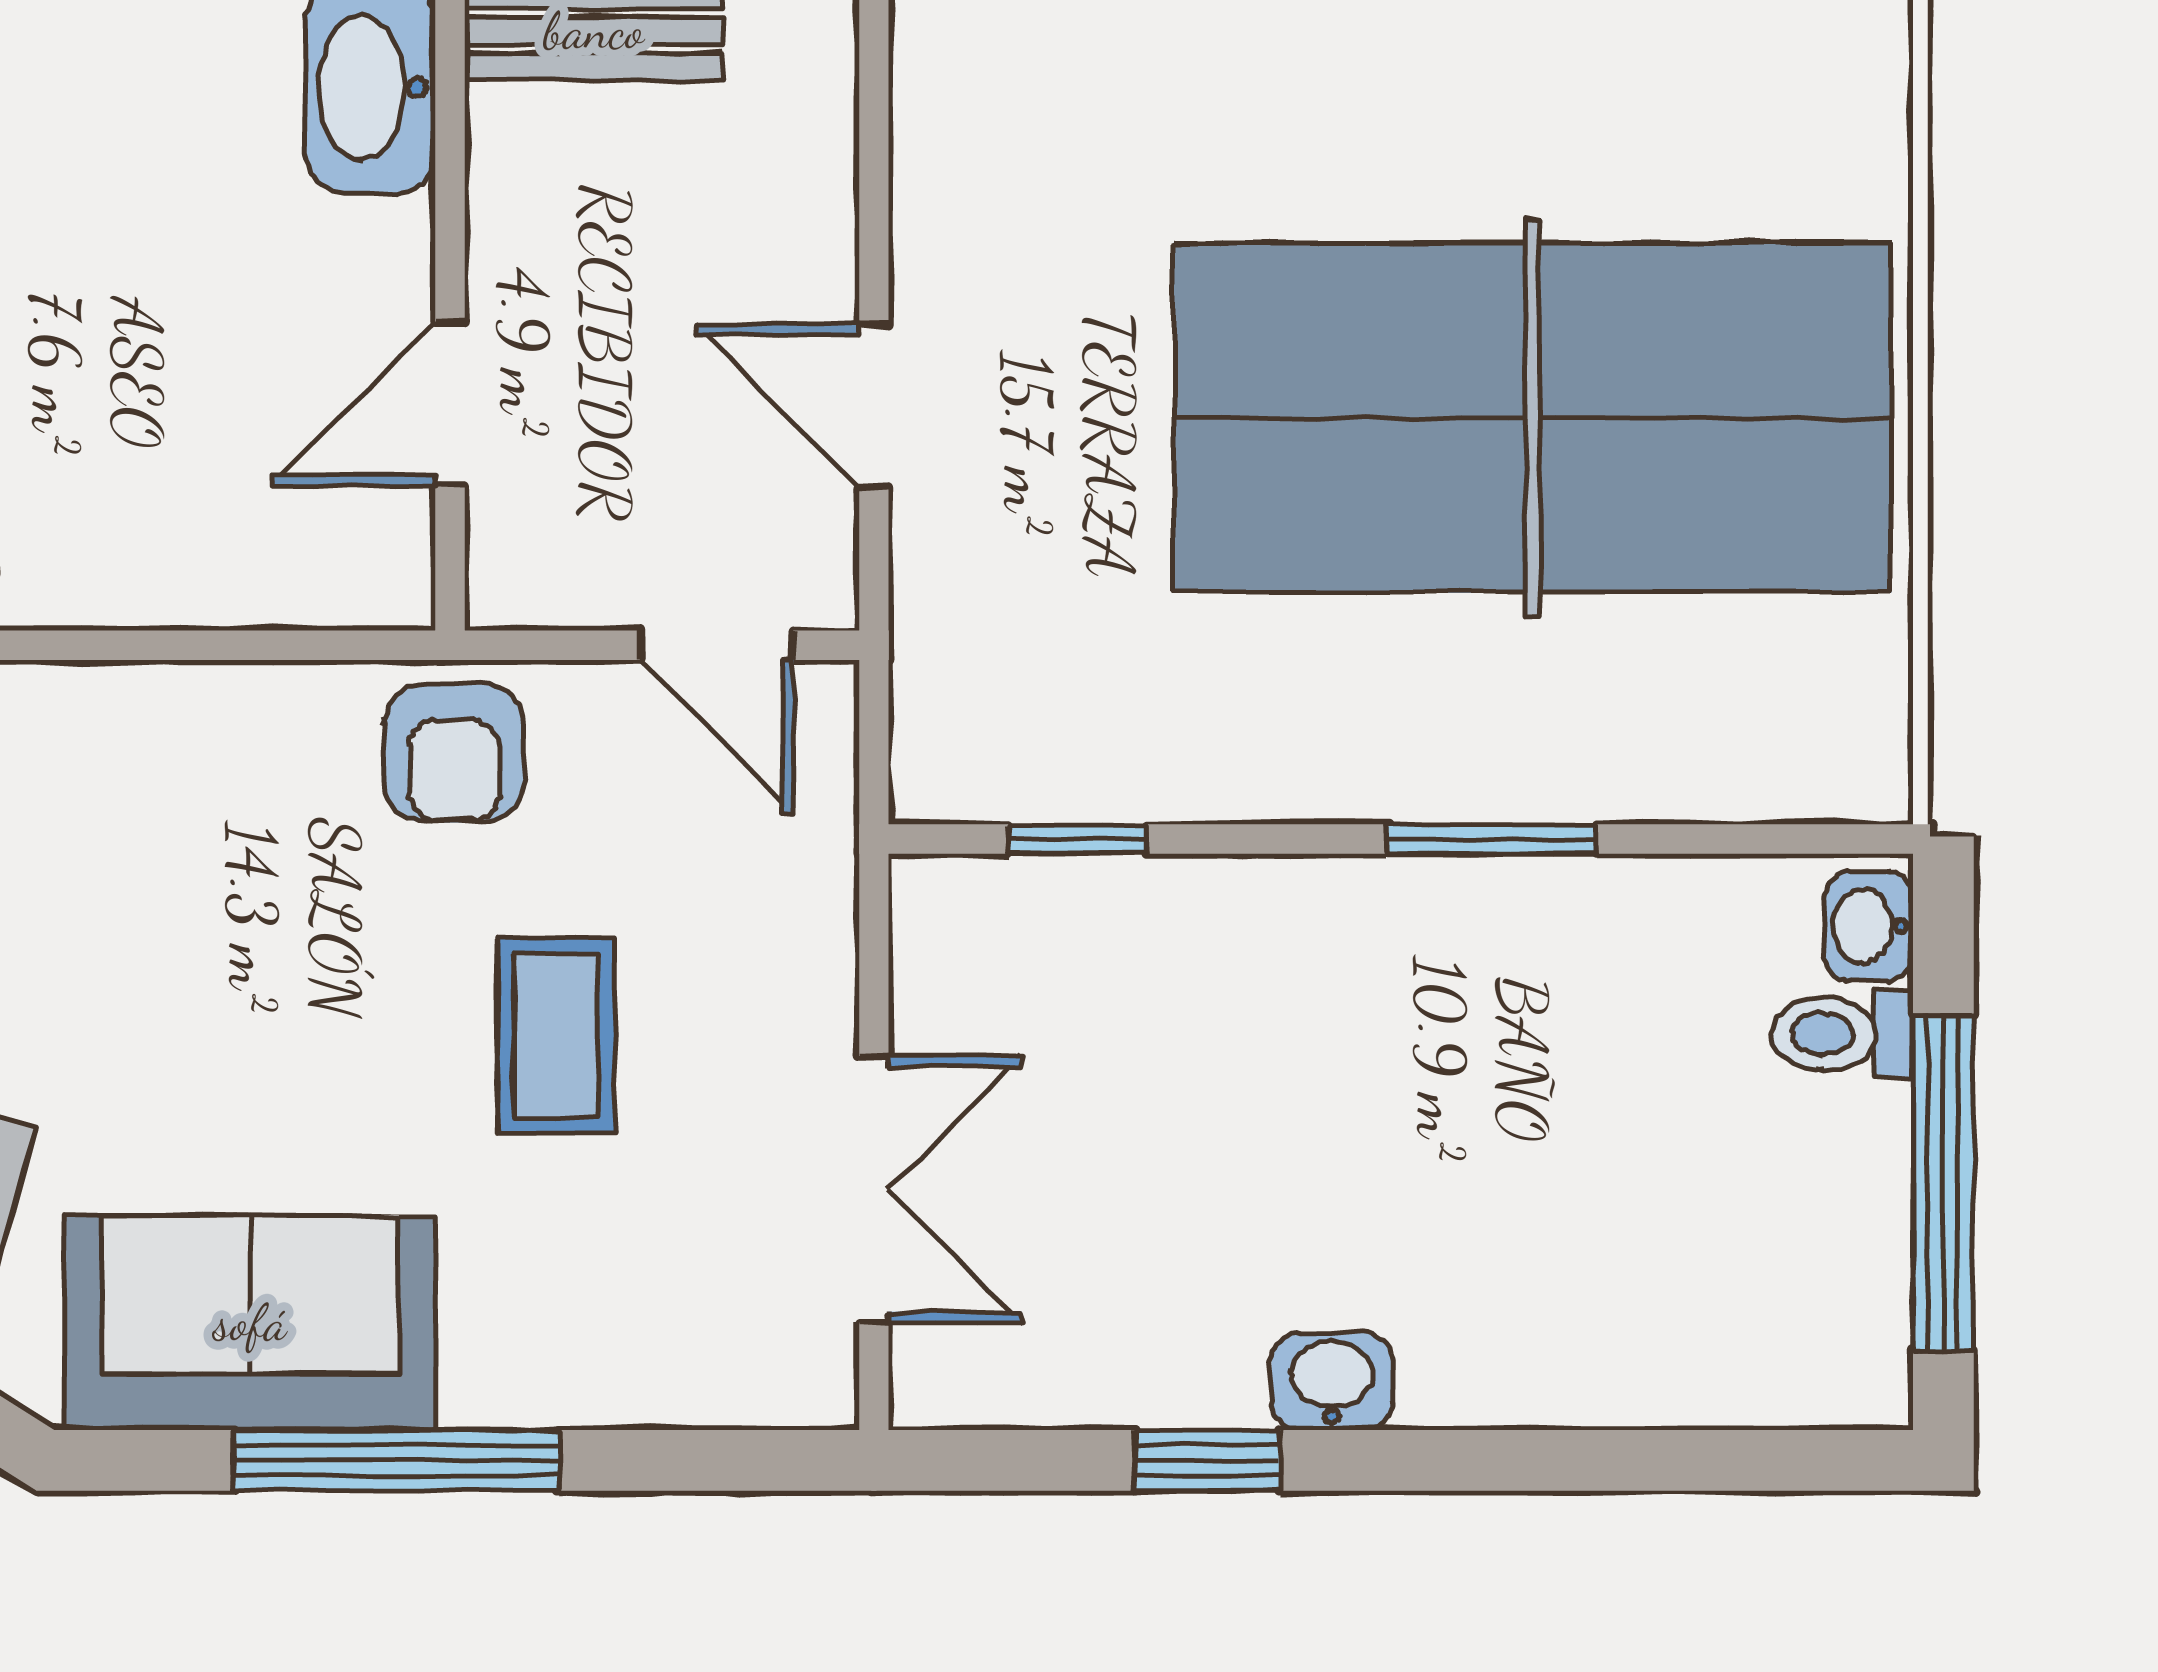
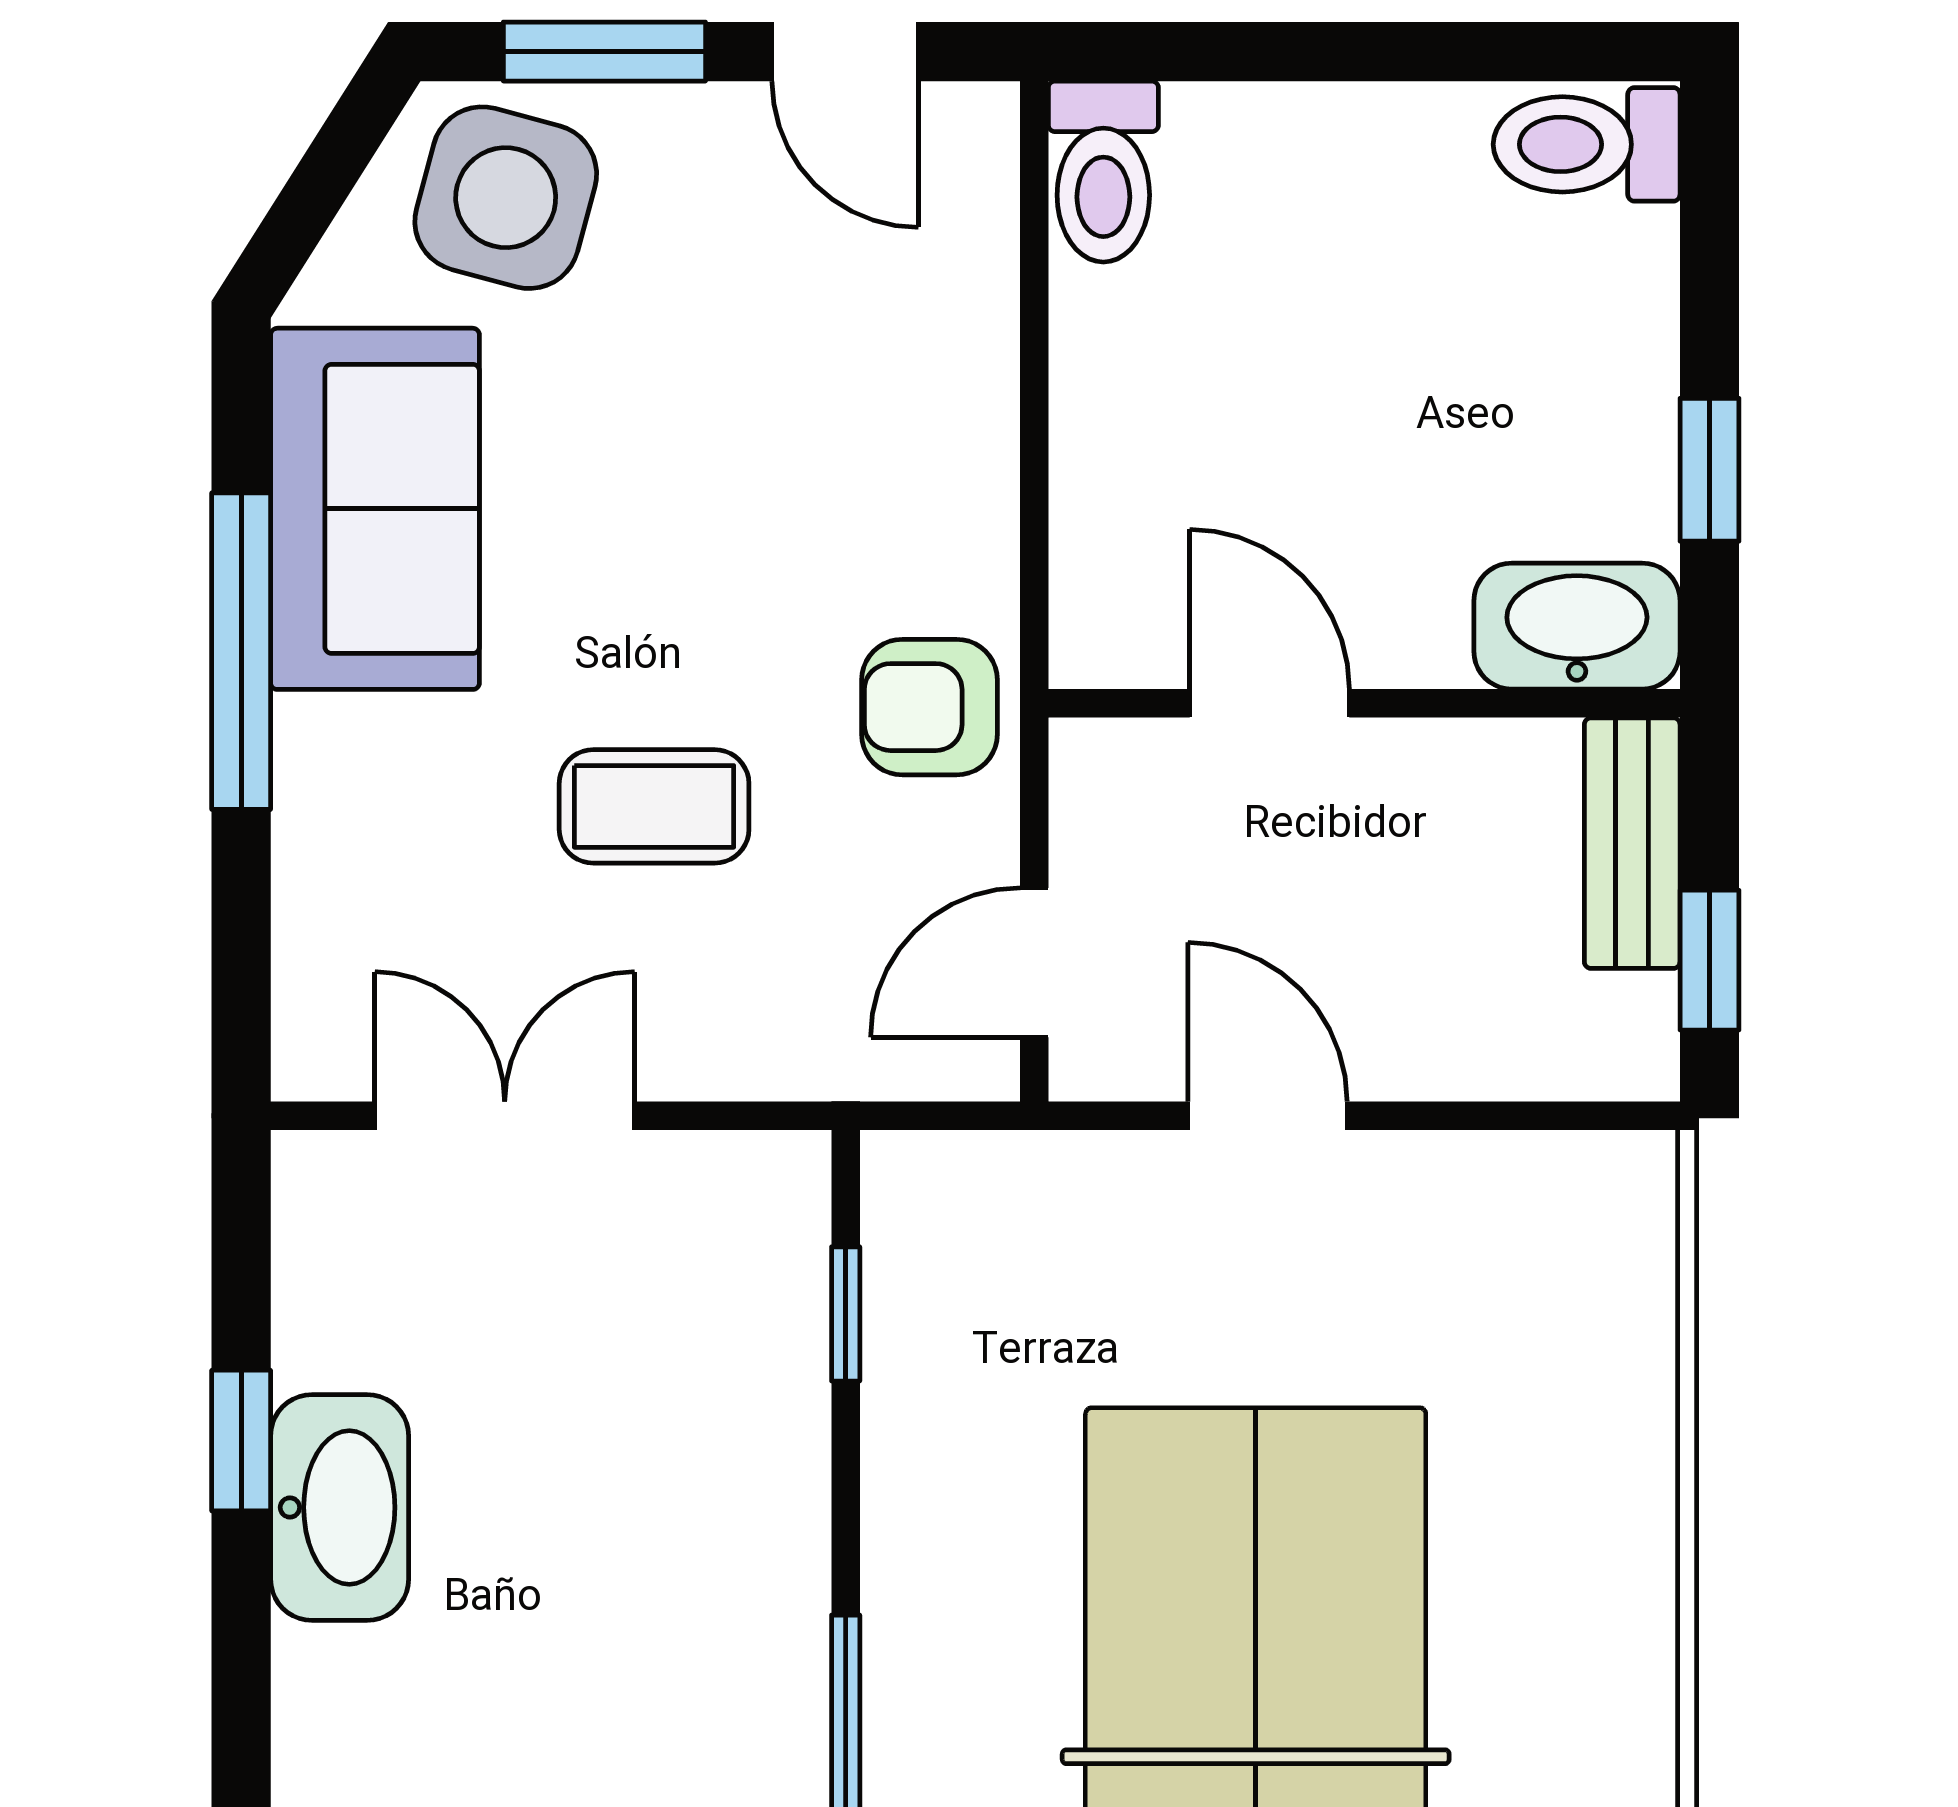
door: (874, 406) -> (1267, 1116), hinge flipped
double door: (874, 1189) -> (505, 1116), swing flipped
washbasin: (1332, 1381) -> (340, 1507), width x1.91, depth x1.45

